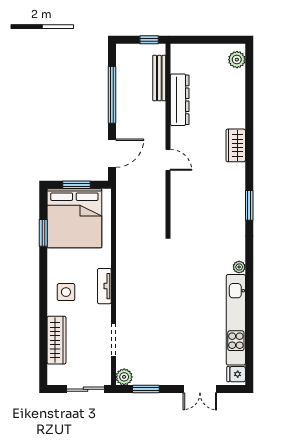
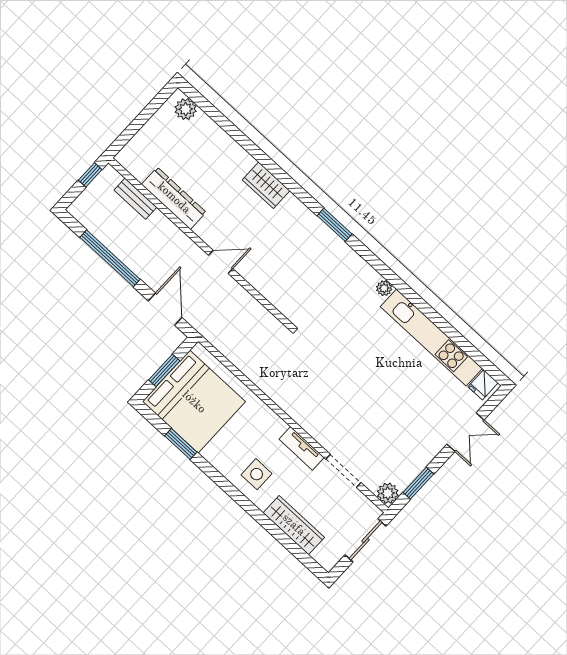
bench: (159, 78) -> (135, 199), width x0.73
tv unit: (104, 286) -> (302, 448), moved

